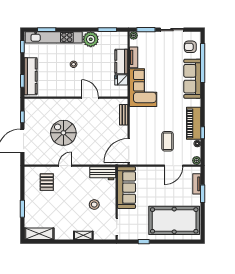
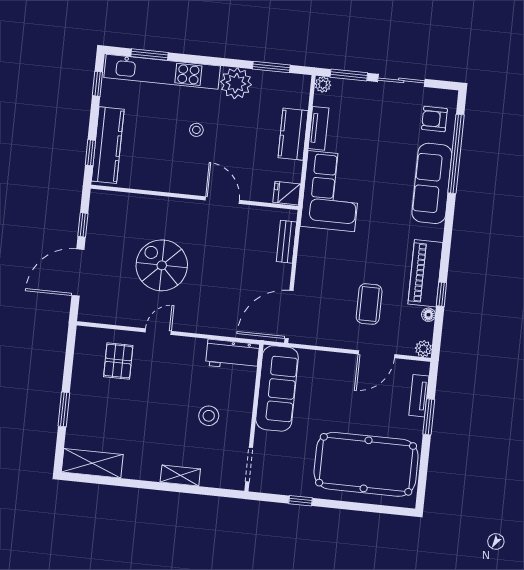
fridge: (121, 80) -> (287, 193), moved

